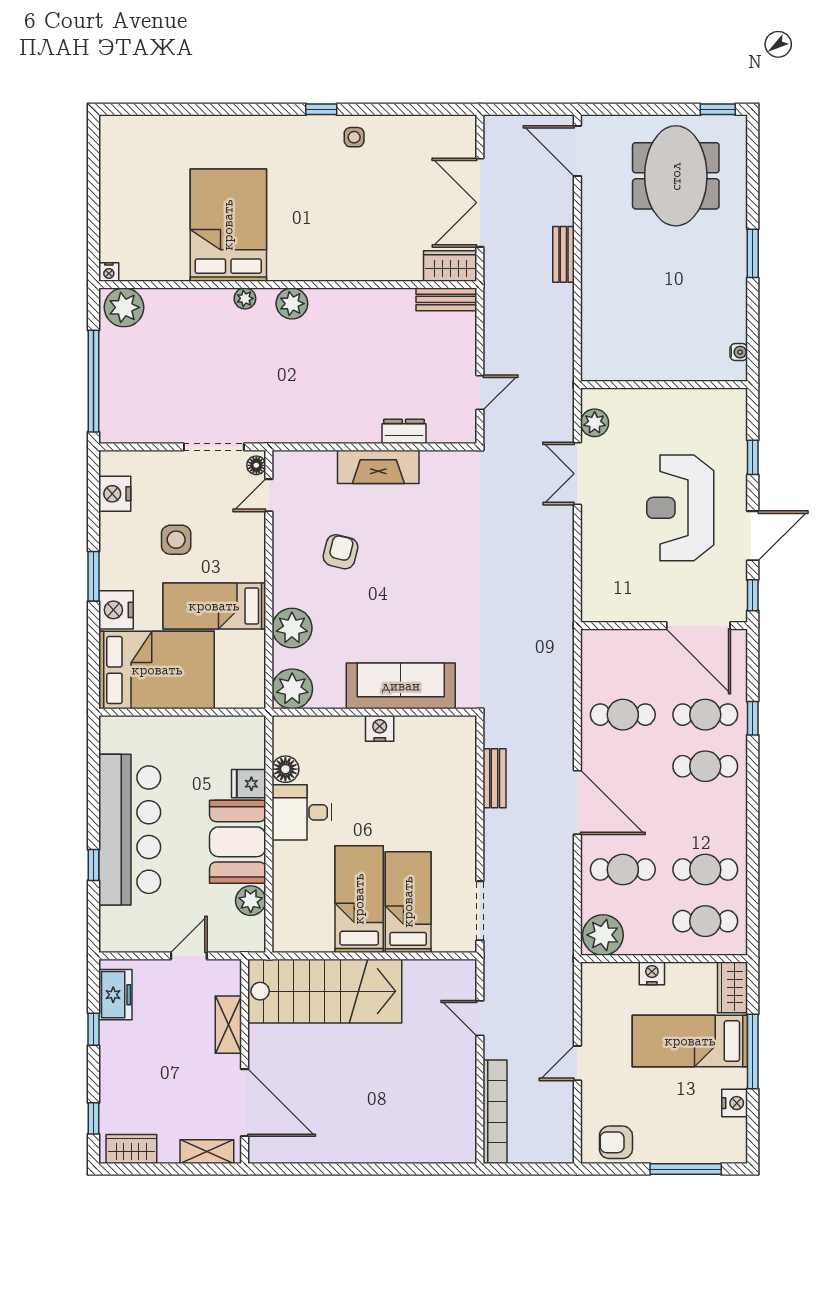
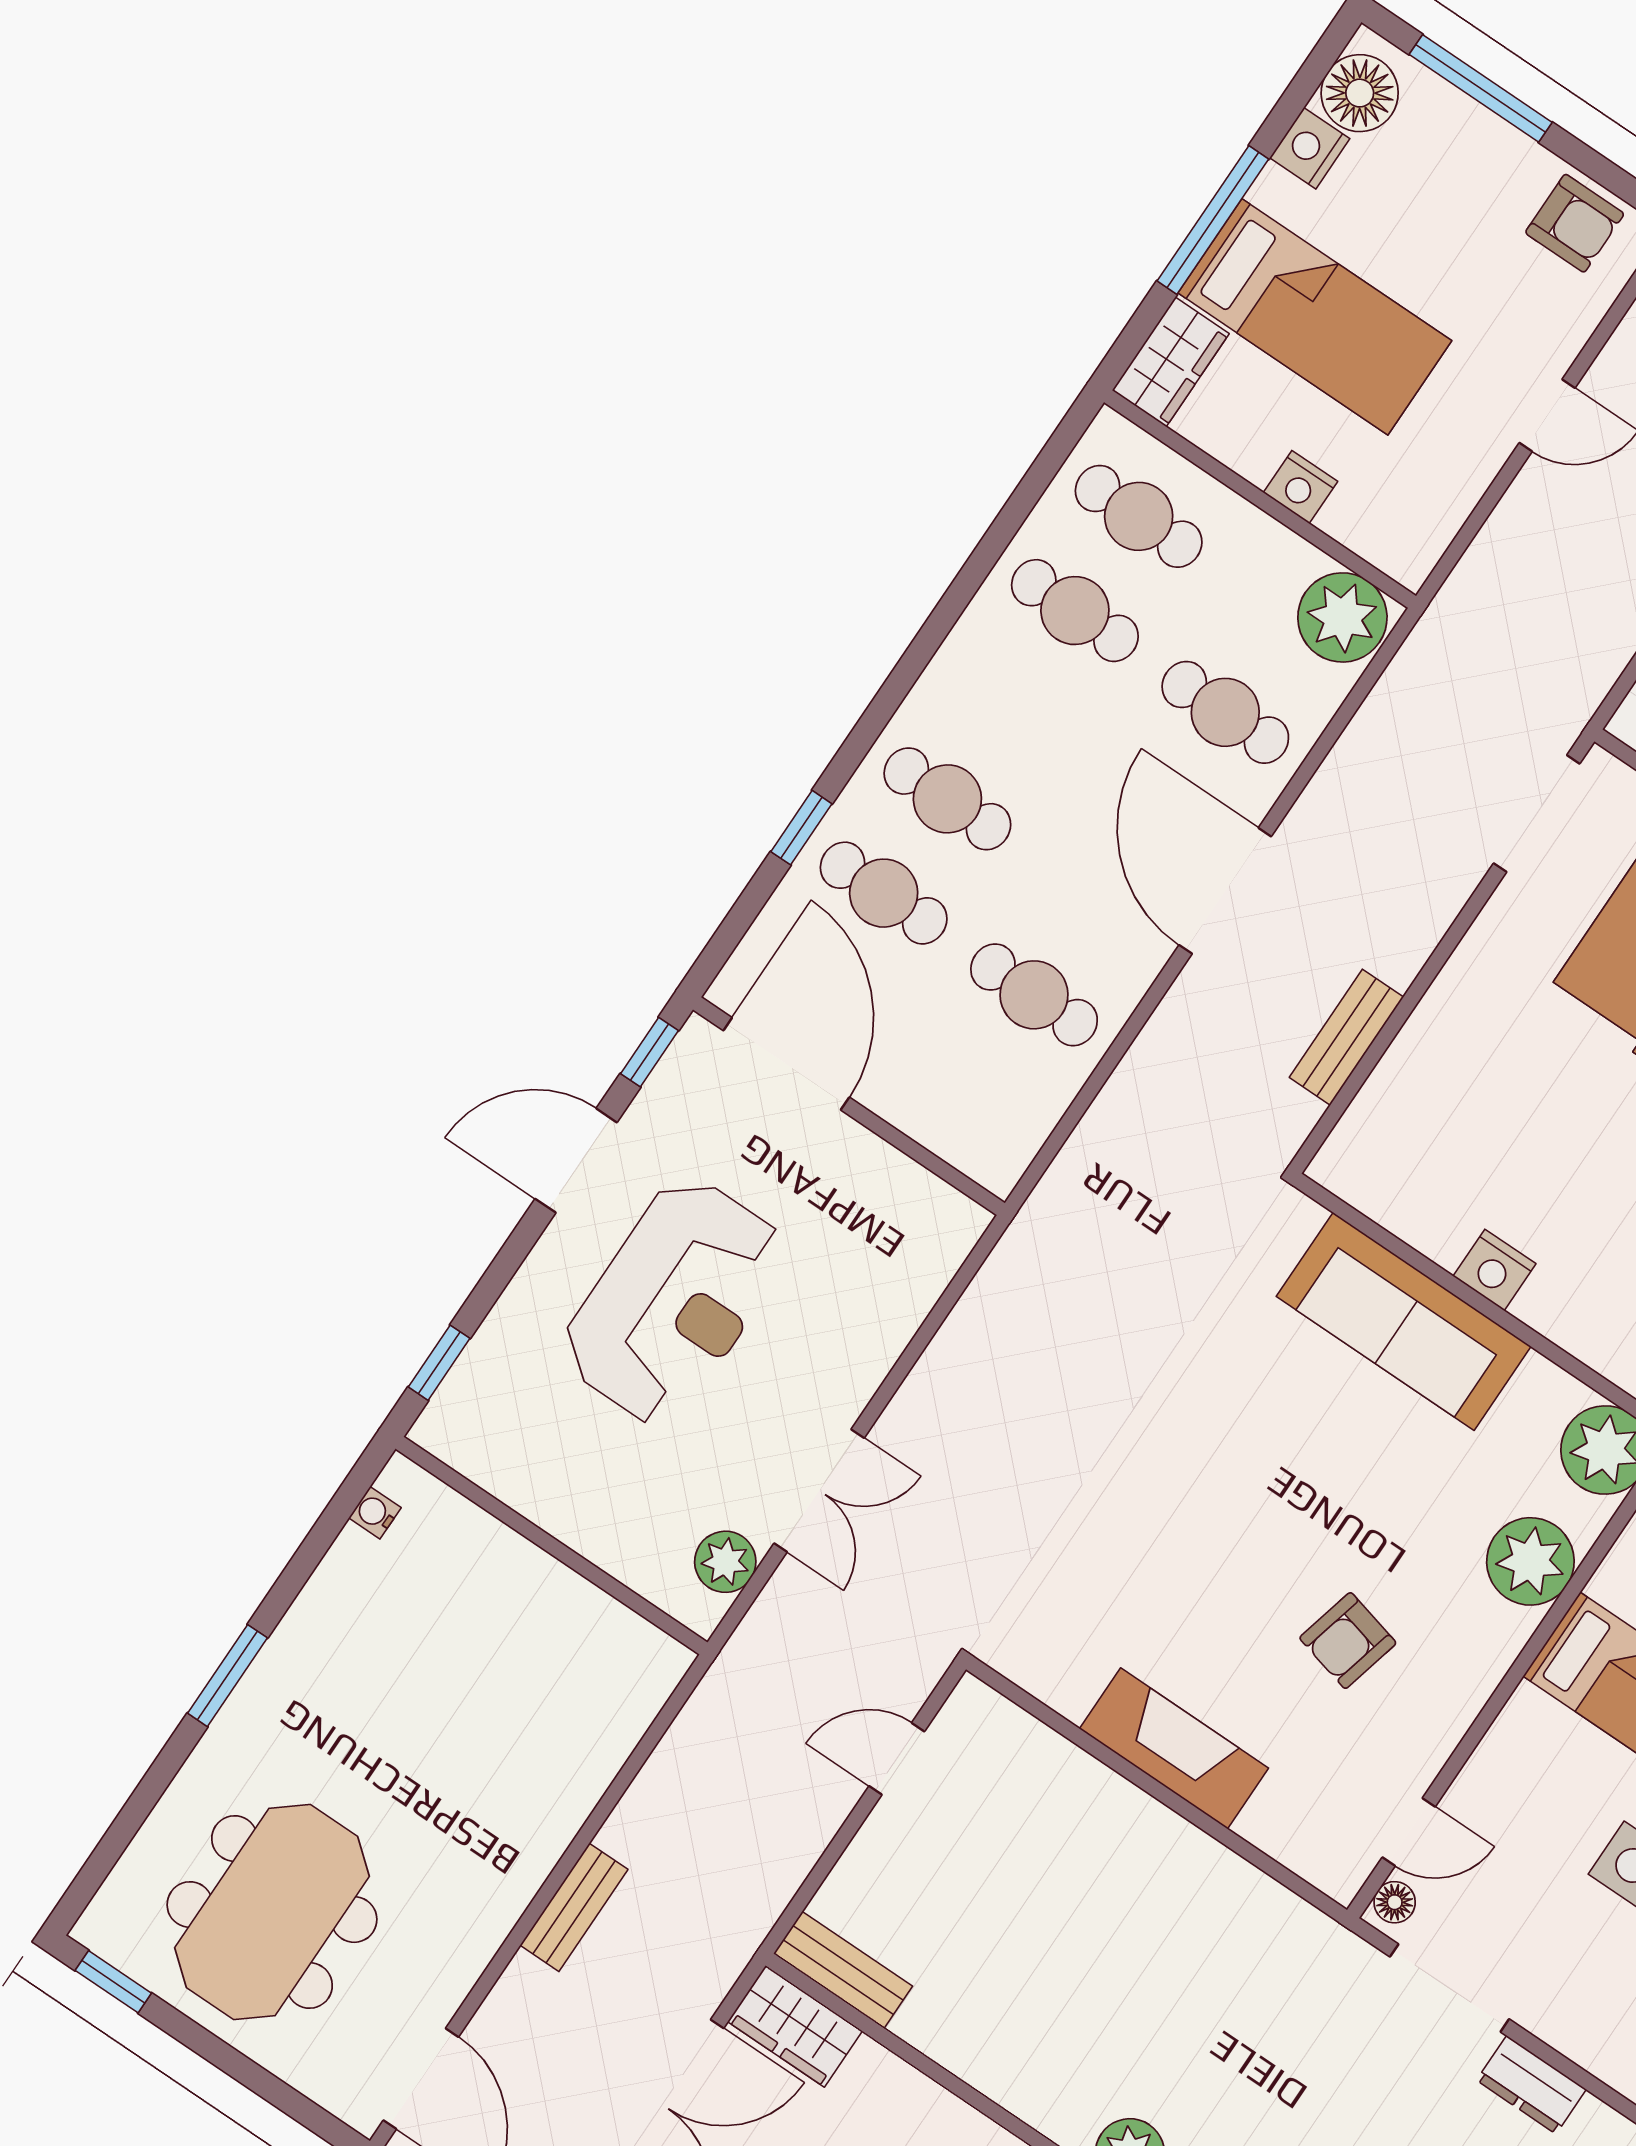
dresser: (404, 431) -> (1531, 2085), moved
window: (753, 457) -> (439, 1363), moved
floor lamp: (730, 1137) -> (1360, 93), added

